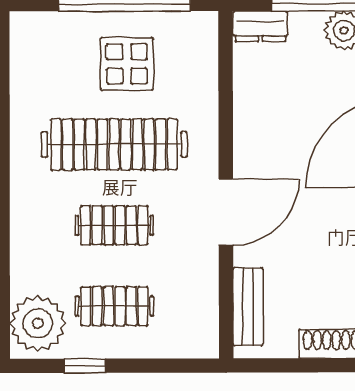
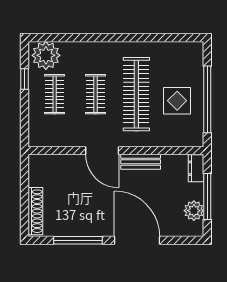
bench: (248, 307) -> (141, 162), moved

